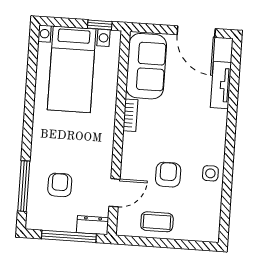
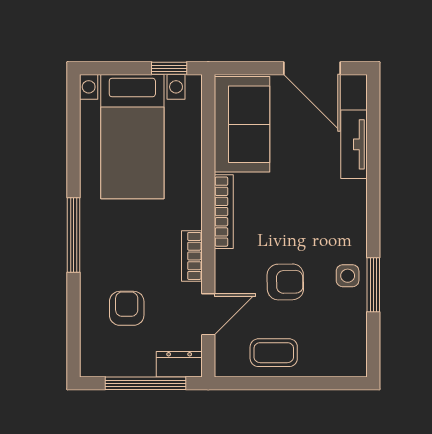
bookcase: (130, 115) -> (224, 212), width x1.56
bookcase: (106, 153) -> (192, 256), added
armchair: (168, 175) -> (285, 282), turned 89
window: (227, 181) -> (373, 285), added
window: (24, 186) -> (74, 235), moved

